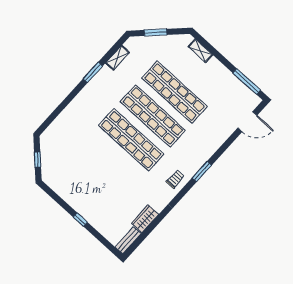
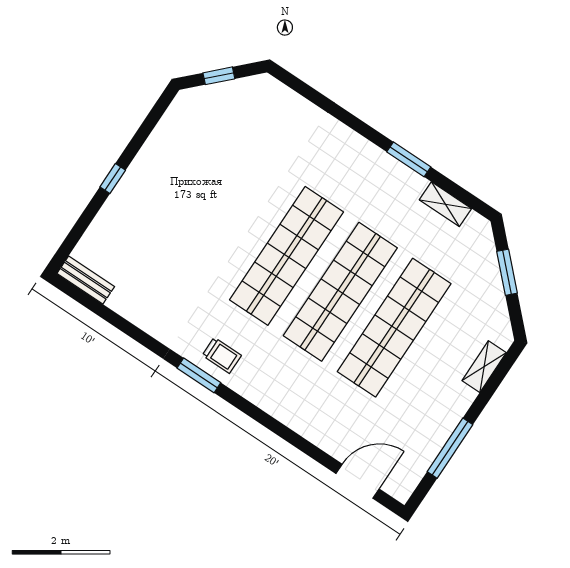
window: (247, 82) -> (450, 448), moved
door: (247, 122) -> (357, 481), swing flipped
window: (202, 172) -> (199, 375), moved
wardrobe: (145, 219) -> (134, 307), removed

